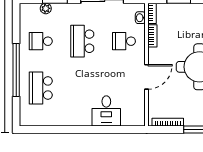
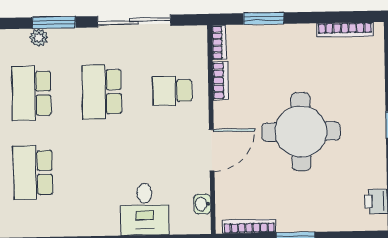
washbasin: (140, 18) -> (202, 204), moved
school desk: (41, 41) -> (31, 93), width x1.85

